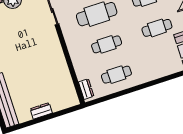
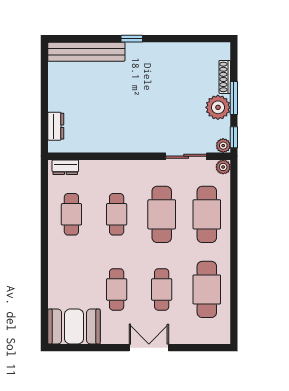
dresser: (41, 111) -> (56, 126), moved

